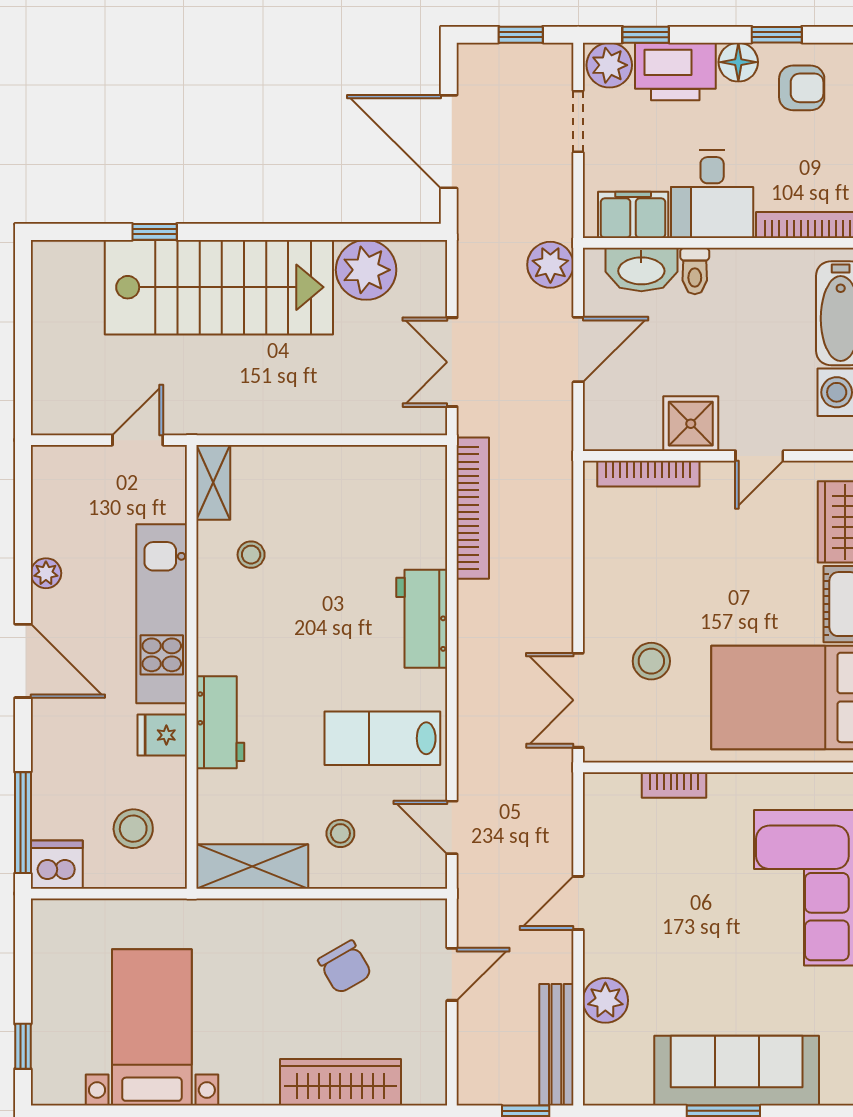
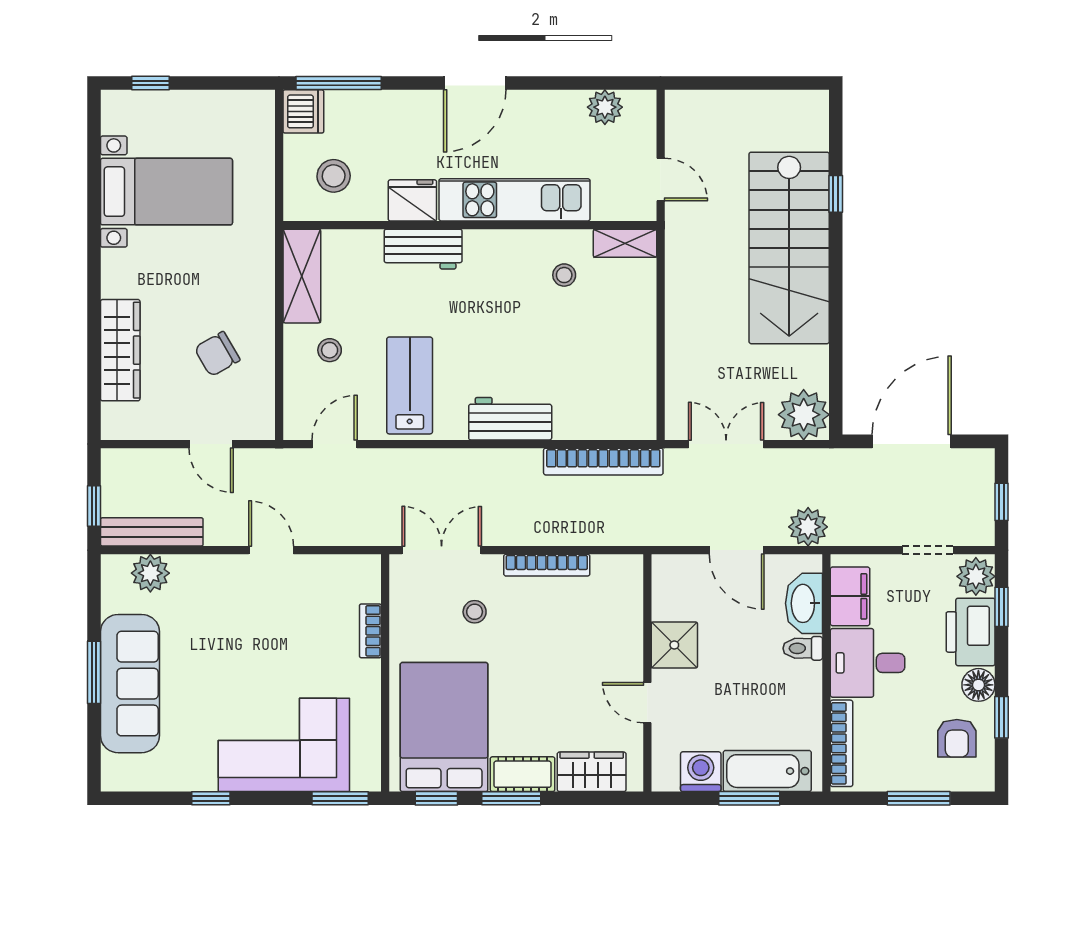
plant: (366, 270) -> (804, 415), moved
bookcase: (648, 474) -> (547, 565), moved, turned -90
plant: (46, 573) -> (605, 107), moved, width x1.38, depth x1.38
stool: (651, 661) -> (475, 612), width x0.73, depth x0.73
fridge: (162, 735) -> (412, 200), width x1.38
plant: (605, 1000) -> (150, 573), moved

